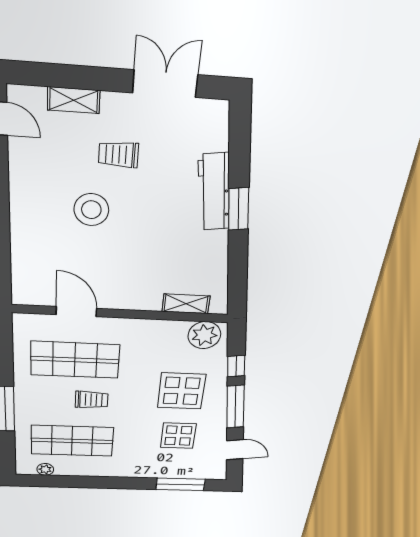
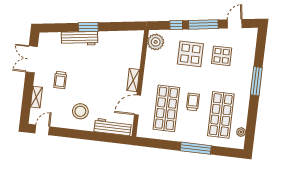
stool: (91, 210) -> (80, 111), moved
workbench: (25, 269) -> (113, 127), added
shelving: (186, 304) -> (133, 80), moved
window: (181, 484) -> (256, 81), moved

